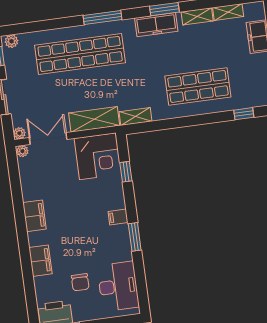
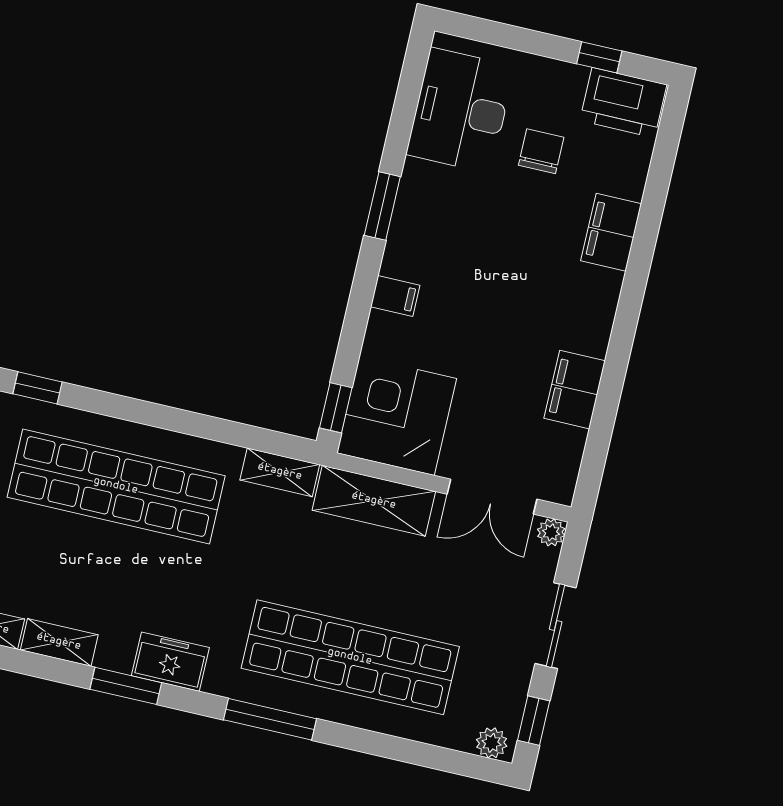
freezer: (156, 25) -> (170, 662), width x0.71
shop shelf: (198, 86) -> (116, 486), width x1.40
plant: (22, 151) -> (559, 490), removed
window: (126, 172) -> (336, 408), moved
filing cabinet: (34, 216) -> (575, 390), moved
filing cabinet: (118, 217) -> (395, 296), moved

